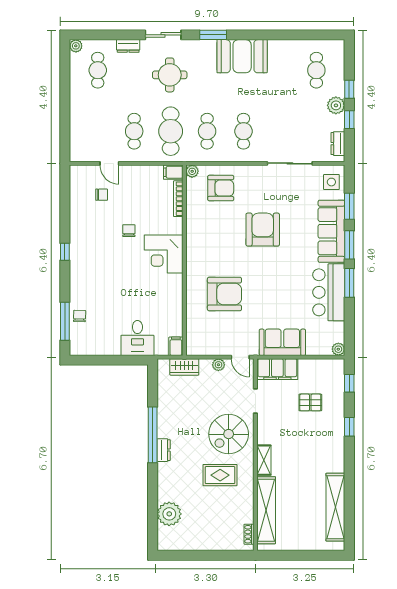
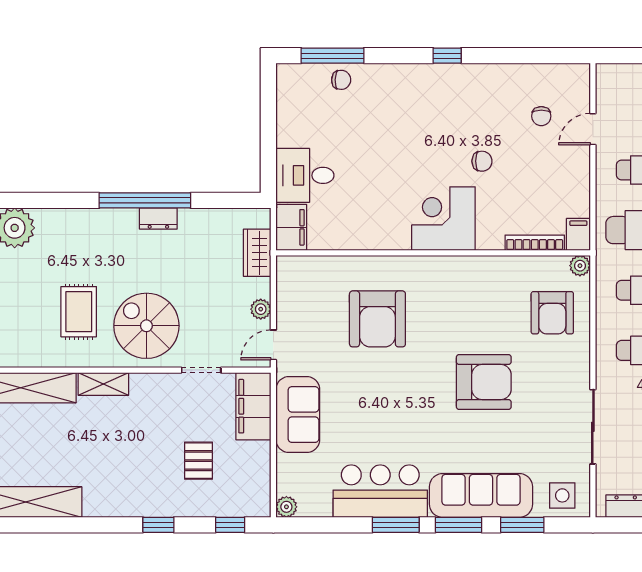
filing cabinet: (176, 346) -> (291, 227), width x2.00
dresser: (164, 450) -> (158, 219), moved

